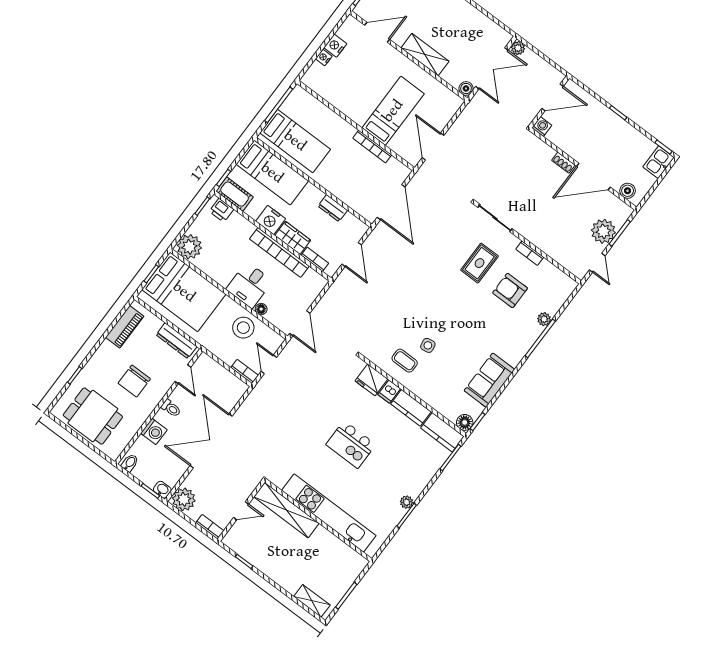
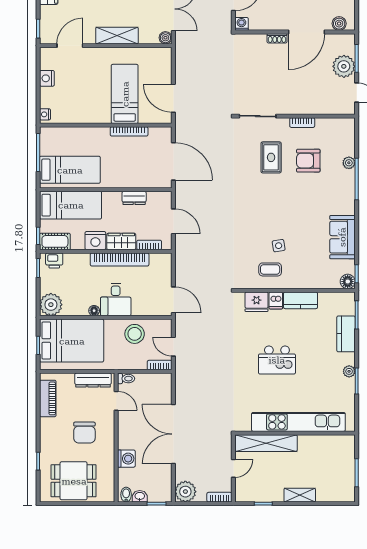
nightstand: (324, 58) -> (45, 114), moved
floor lamp: (261, 309) -> (94, 311), moved
toilet: (171, 408) -> (126, 379), moved
kitchen counter: (442, 432) -> (346, 334), moved, turned 90
washbasin: (162, 490) -> (140, 496), moved
shelving: (312, 601) -> (300, 495), moved

